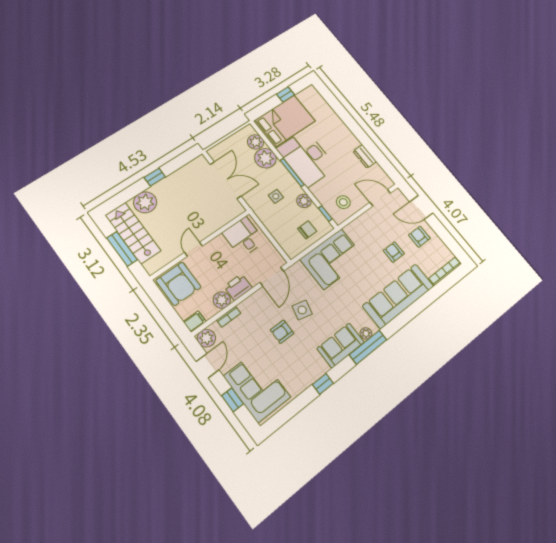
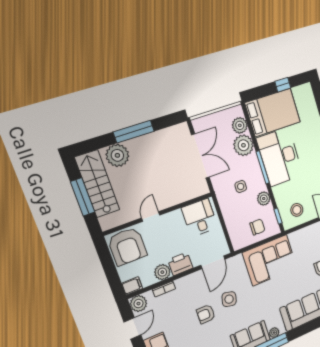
window: (155, 177) -> (134, 132), width x2.17

